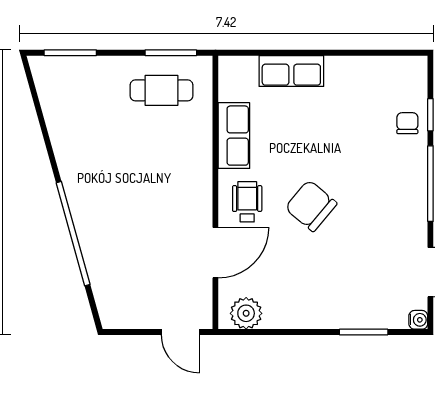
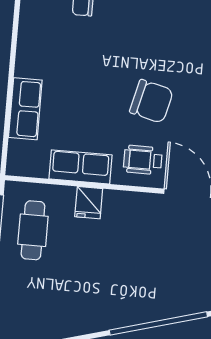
fridge: (196, 148) -> (89, 203), added
chair: (311, 206) -> (151, 101), turned -116

